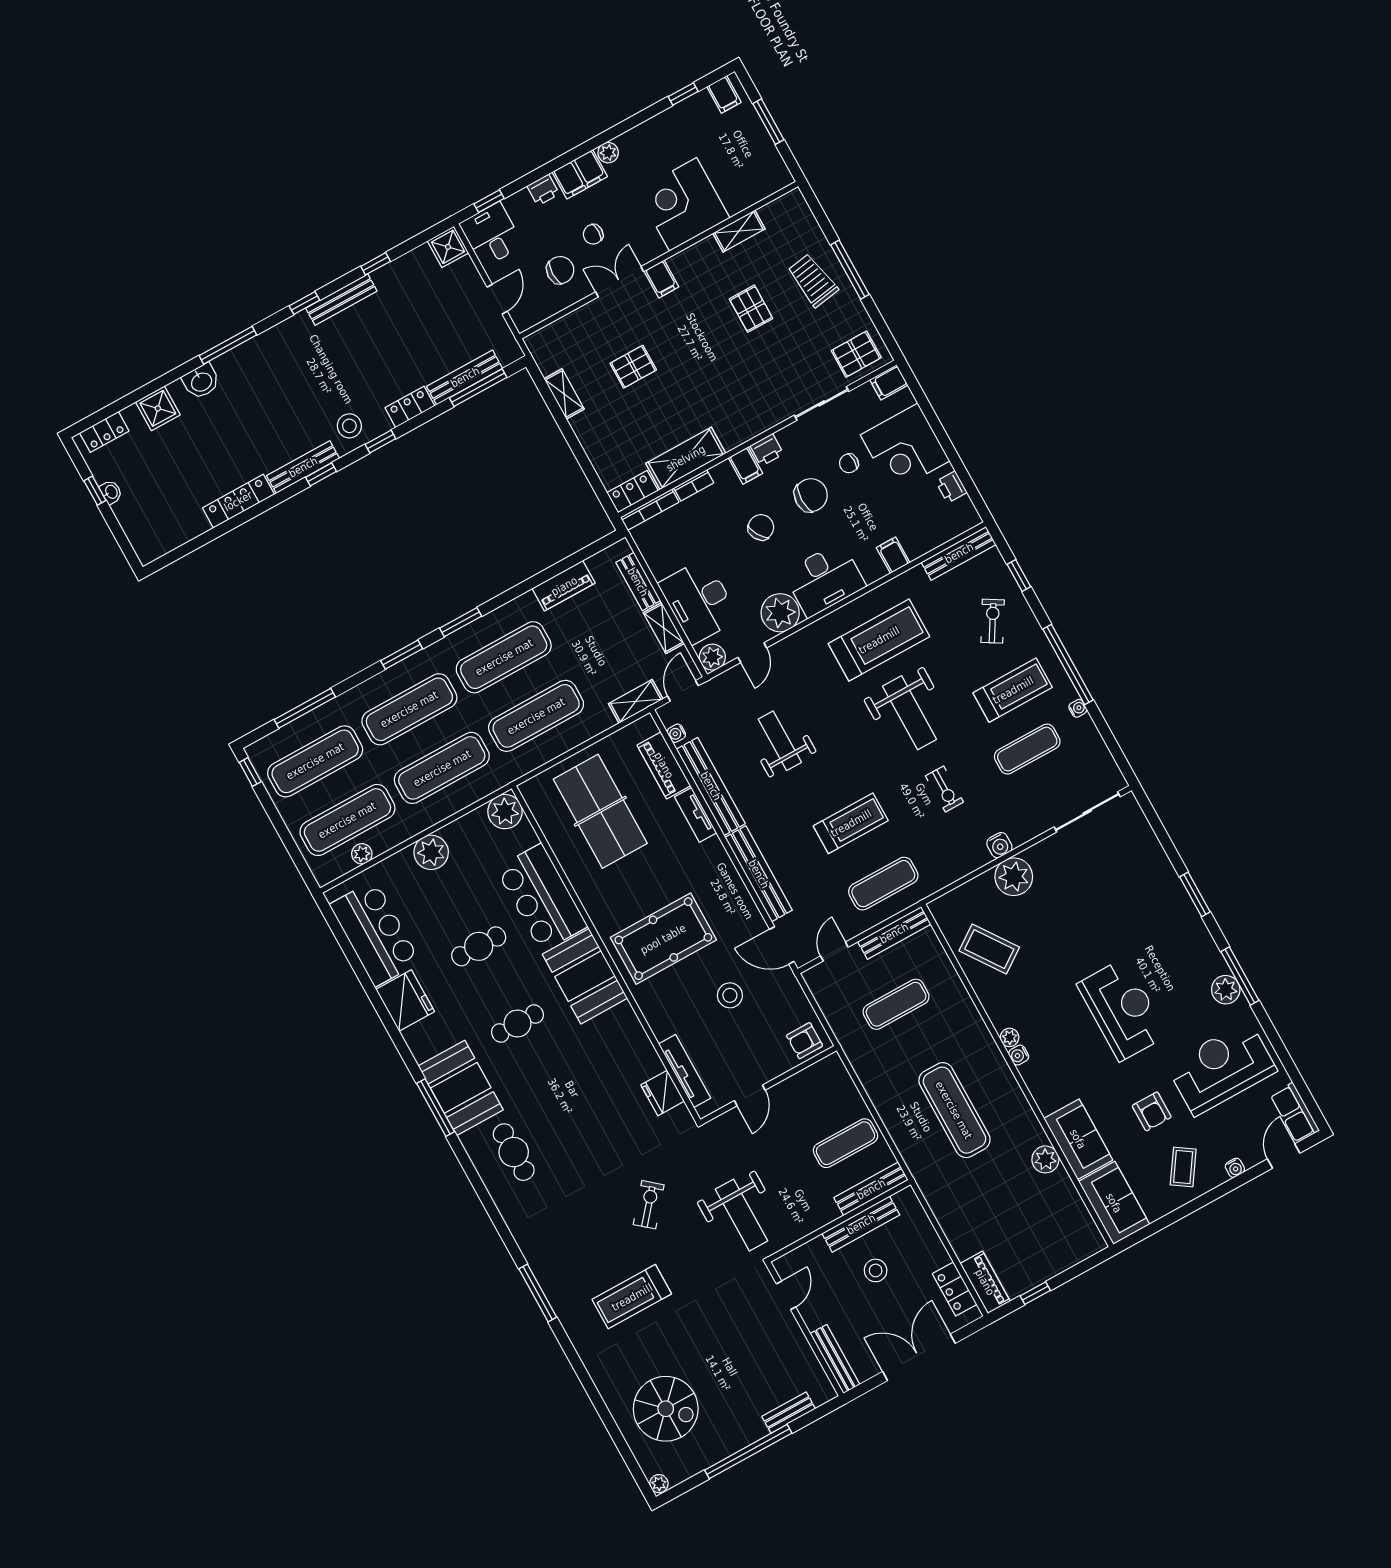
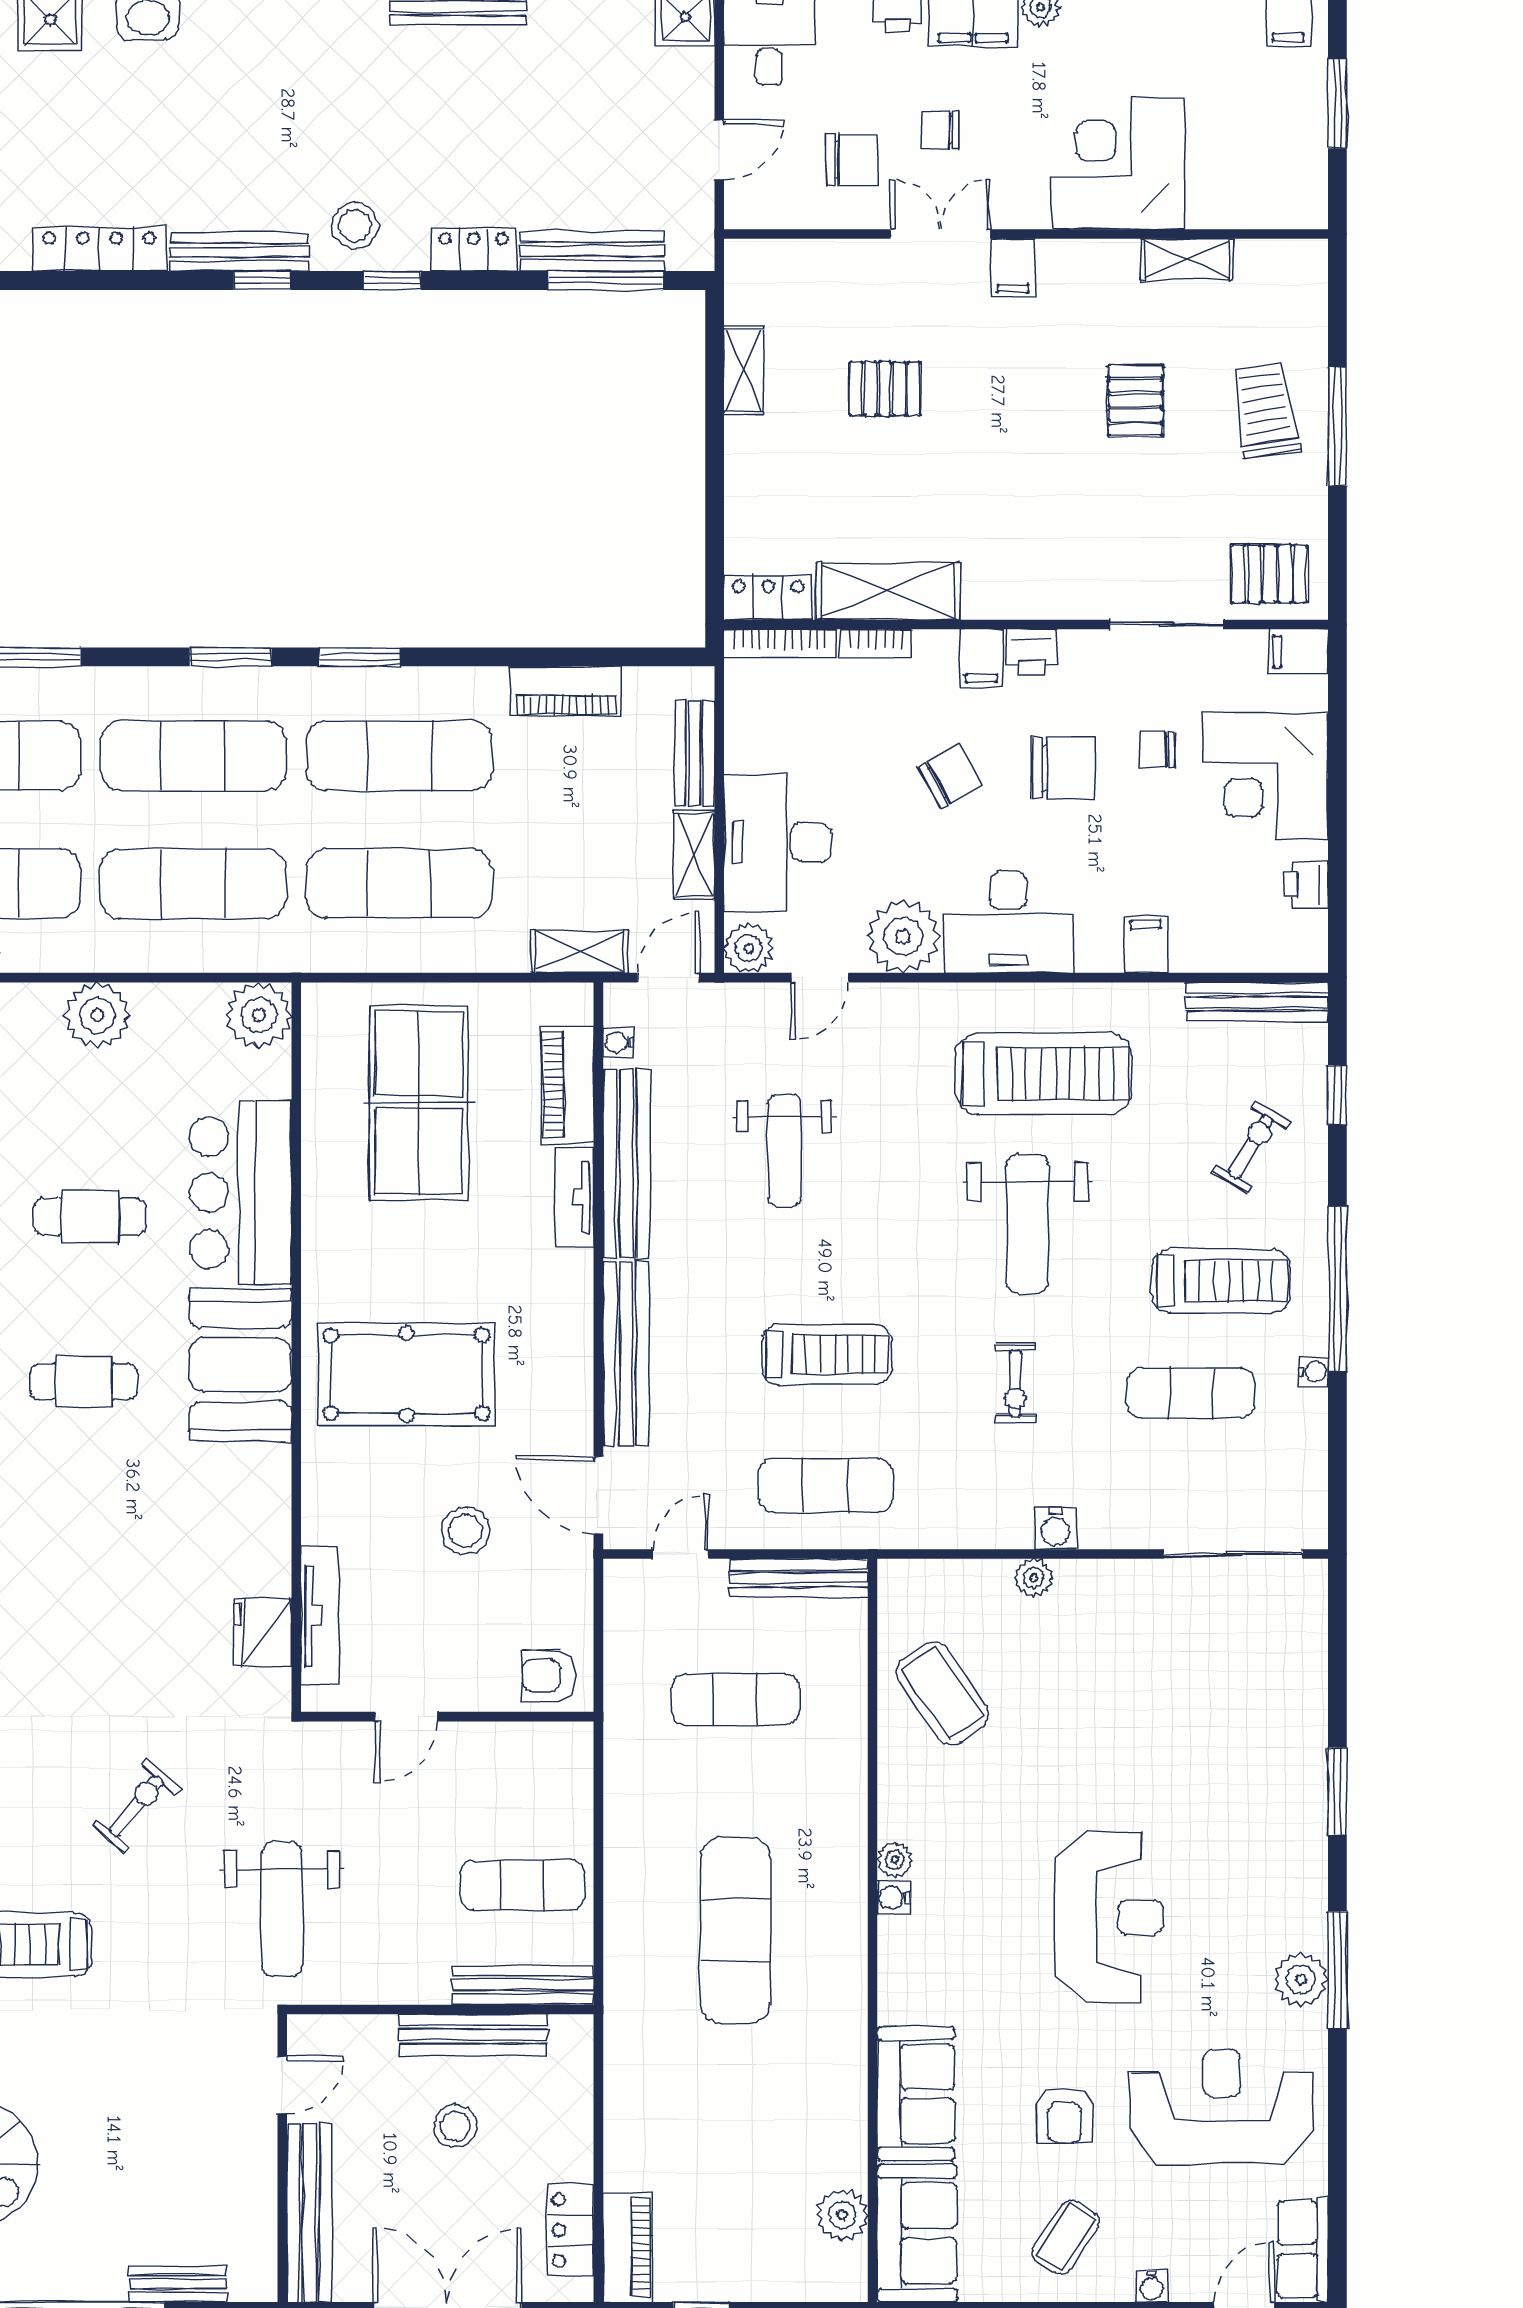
weight bench: (780, 741) -> (784, 1151), turned 180
plant: (1014, 877) -> (1034, 1578), width x0.53, depth x0.53
plant: (1045, 1159) -> (842, 2215), moved
bench: (835, 1359) -> (309, 2213), width x1.37, depth x1.21

